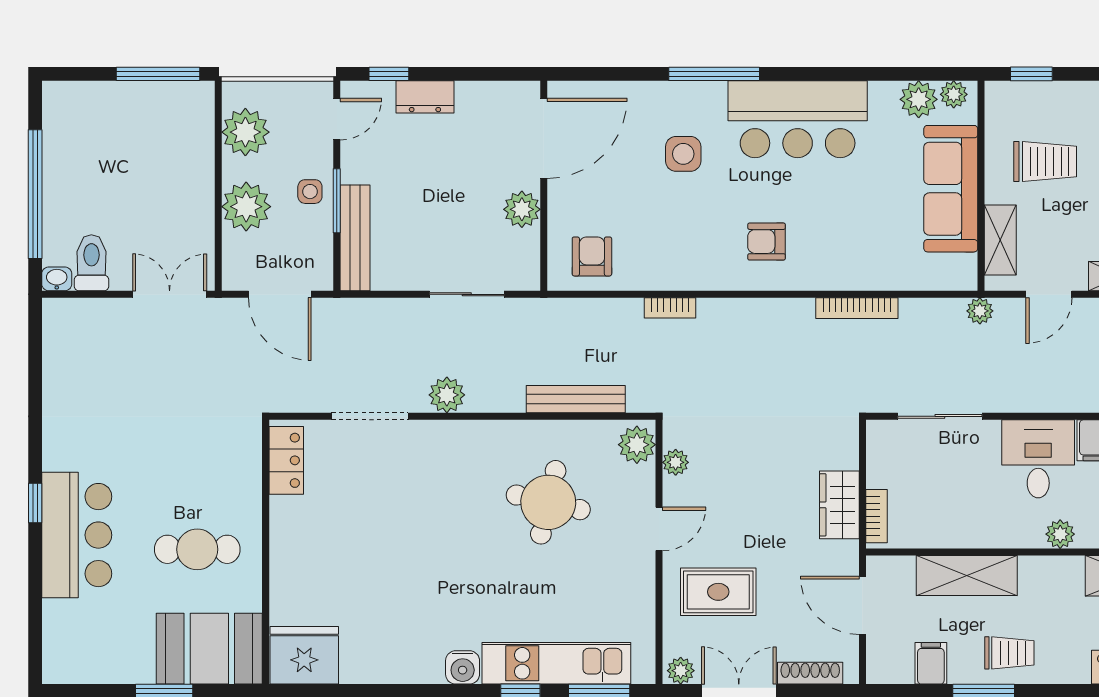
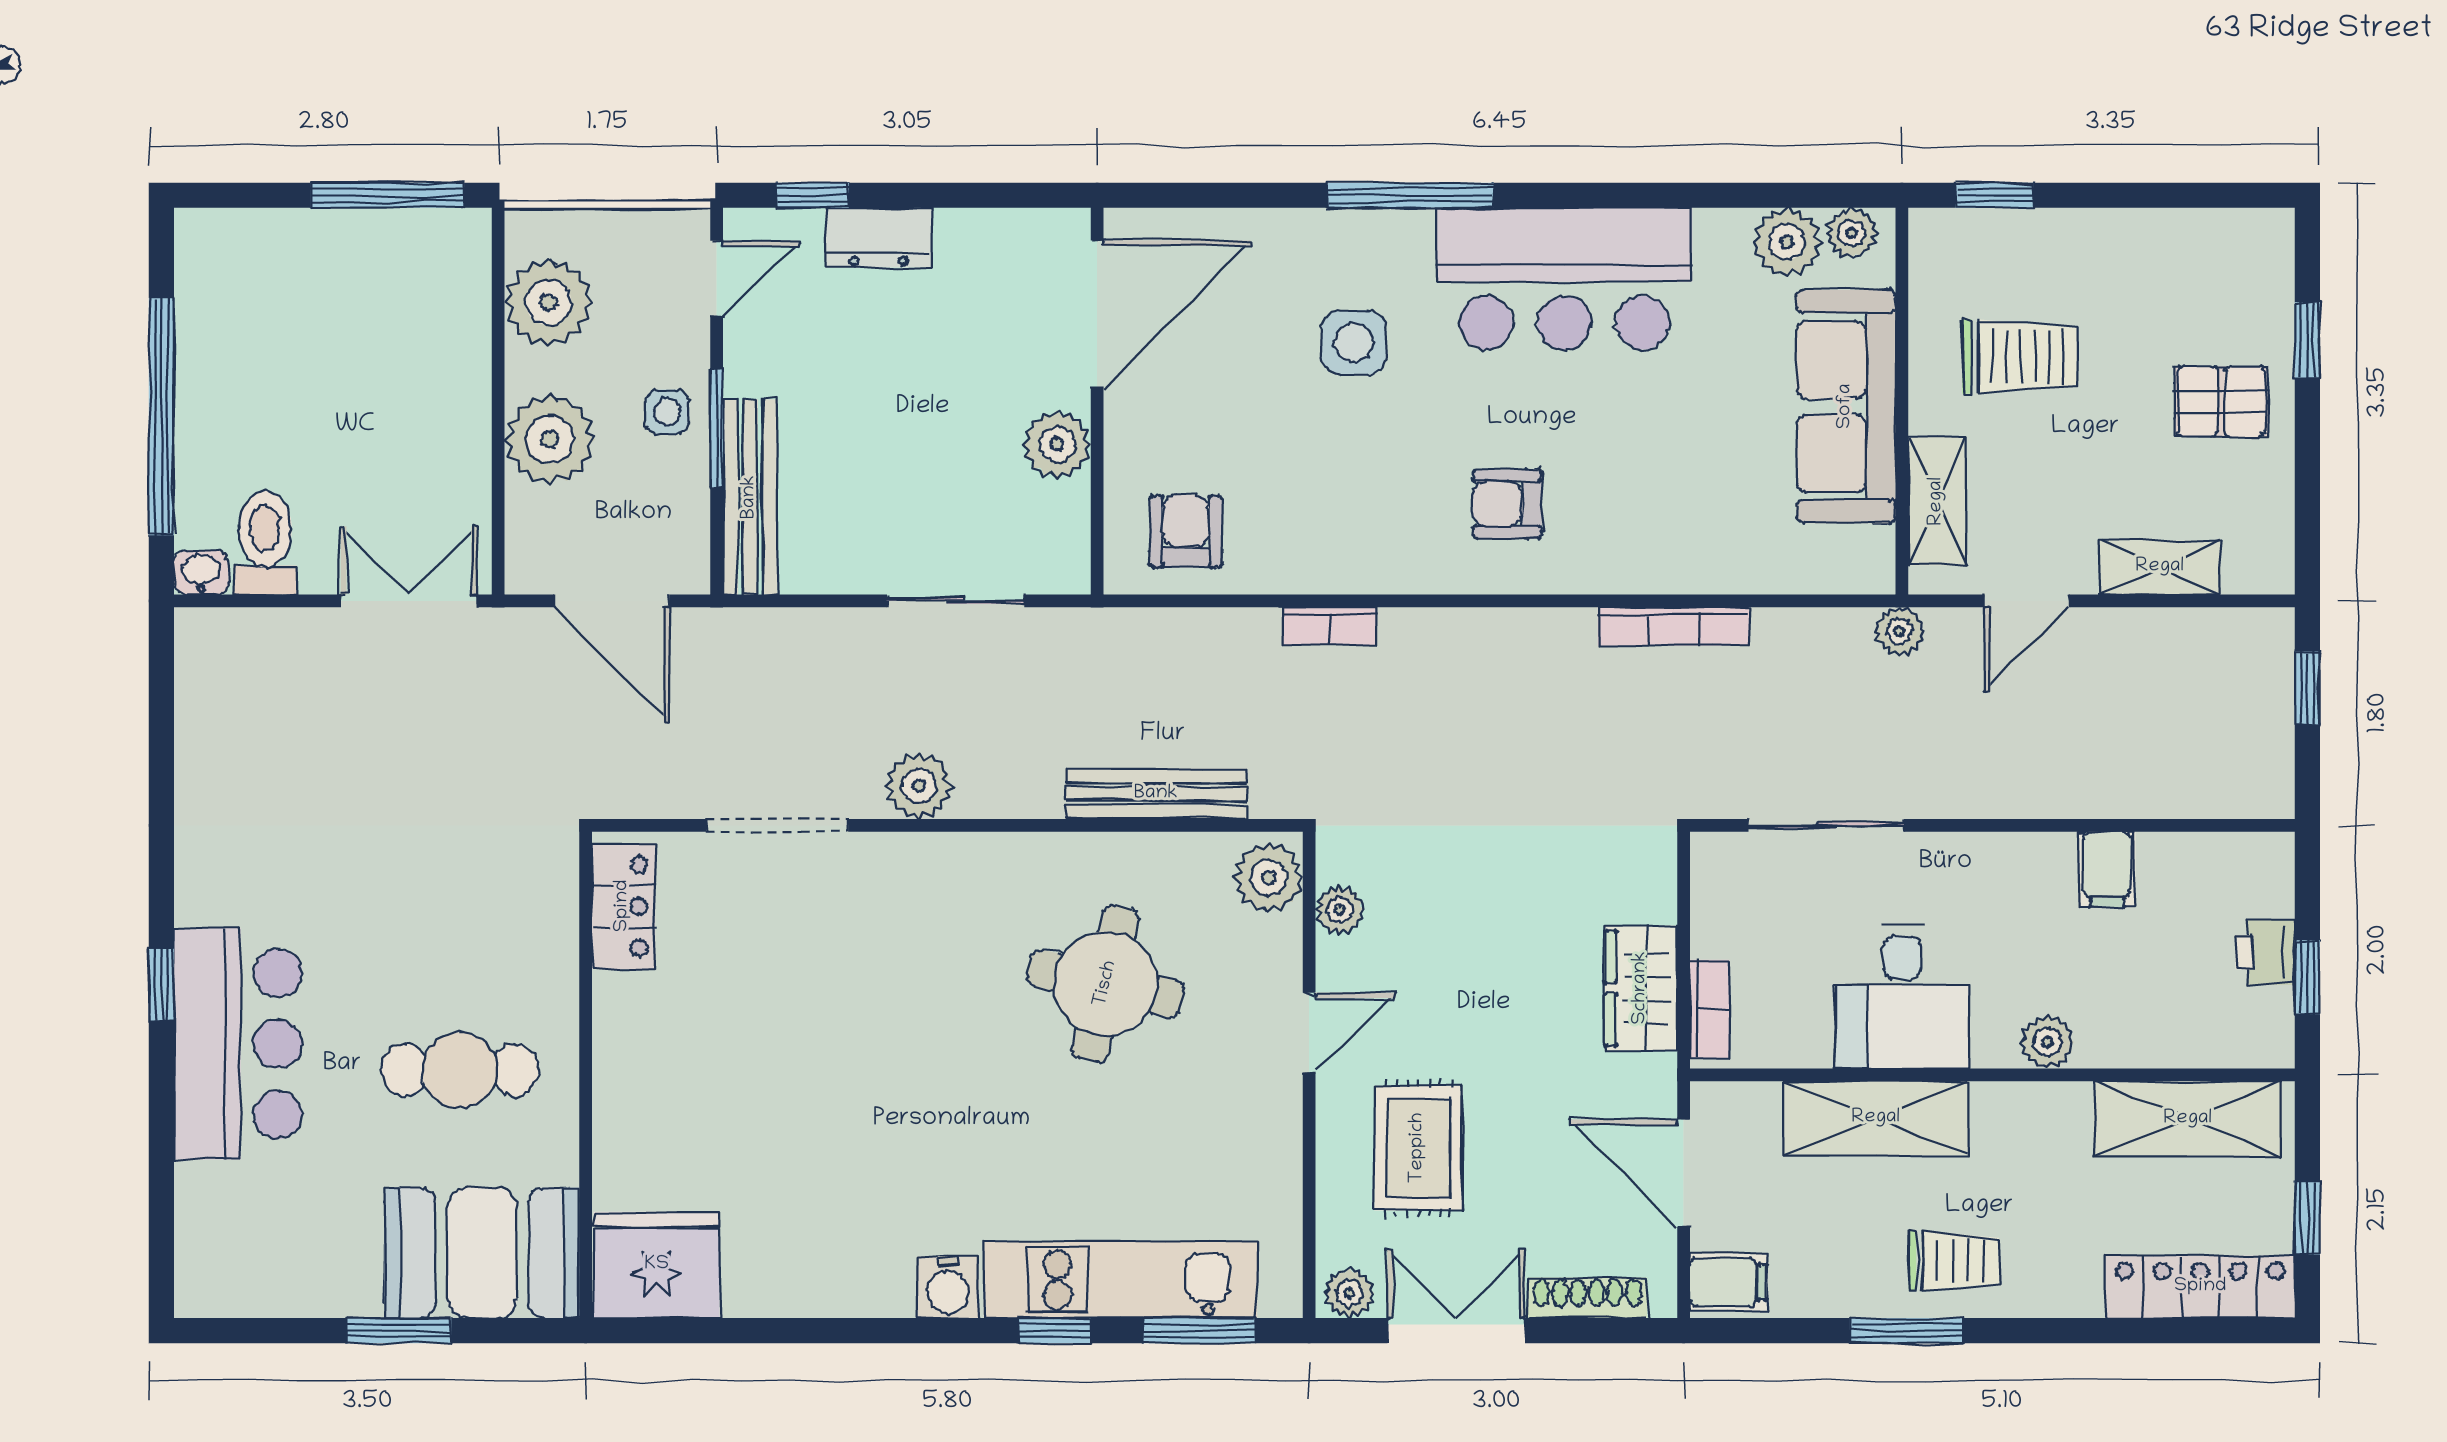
desk: (1038, 459) -> (1902, 997), moved, turned 180
rug: (718, 592) -> (1418, 1148), turned 90
filing cabinet: (931, 663) -> (1728, 1282), moved, turned 90

